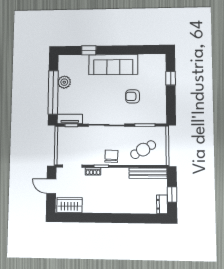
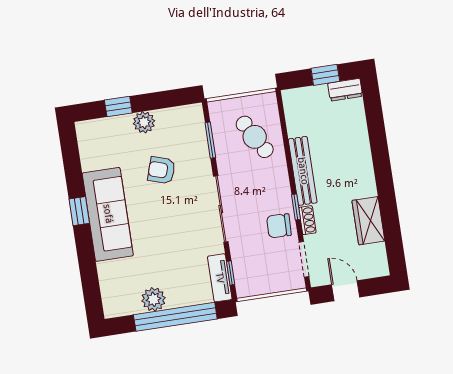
window: (89, 50) -> (79, 211), moved
plant: (160, 91) -> (144, 122), added
armchair: (133, 96) -> (161, 170), turned 108
chair: (111, 156) -> (279, 226), moved
bench: (148, 173) -> (303, 171), moved
door: (51, 186) -> (346, 291), swing flipped
wardrobe: (69, 205) -> (368, 221), moved

